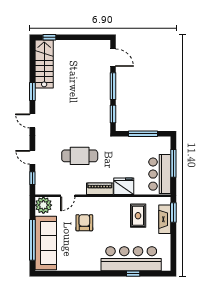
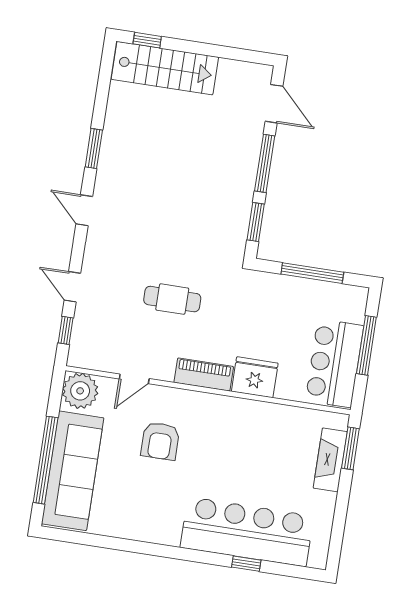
stairs: (44, 64) -> (165, 68), moved, turned 90
cafe table: (80, 156) -> (172, 299), width x0.73, depth x0.74
rug: (138, 216) -> (275, 444), removed
armchair: (84, 223) -> (160, 441), turned 180

